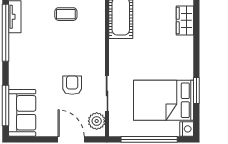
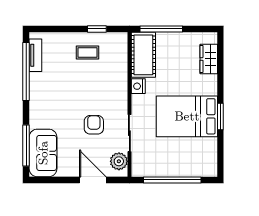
window: (196, 90) -> (220, 117), moved
bed: (163, 100) -> (187, 116), moved
nightstand: (187, 129) -> (138, 86), moved, turned 180

